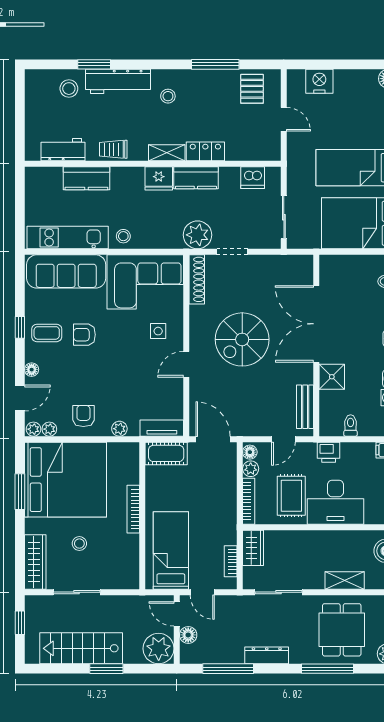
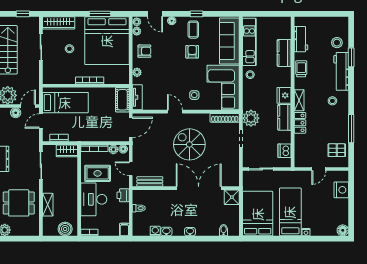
shower: (332, 377) -> (232, 197), moved

